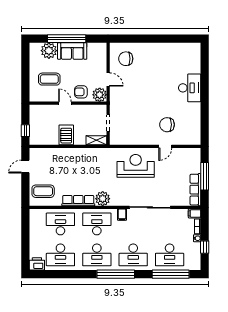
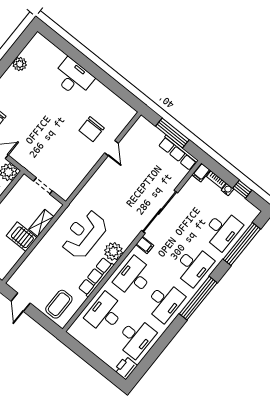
plant: (172, 48) -> (20, 64), added
shelving: (96, 140) -> (41, 223), moved
reception desk: (136, 166) -> (84, 234), moved

